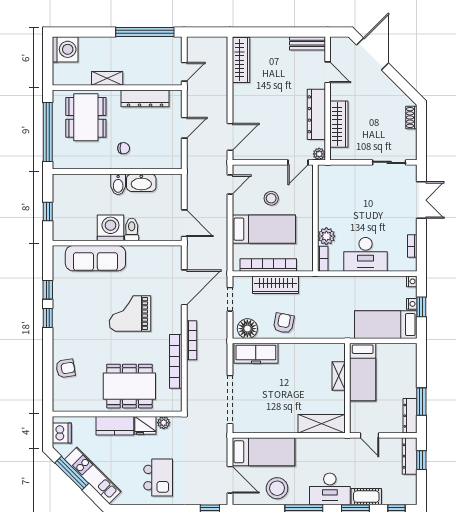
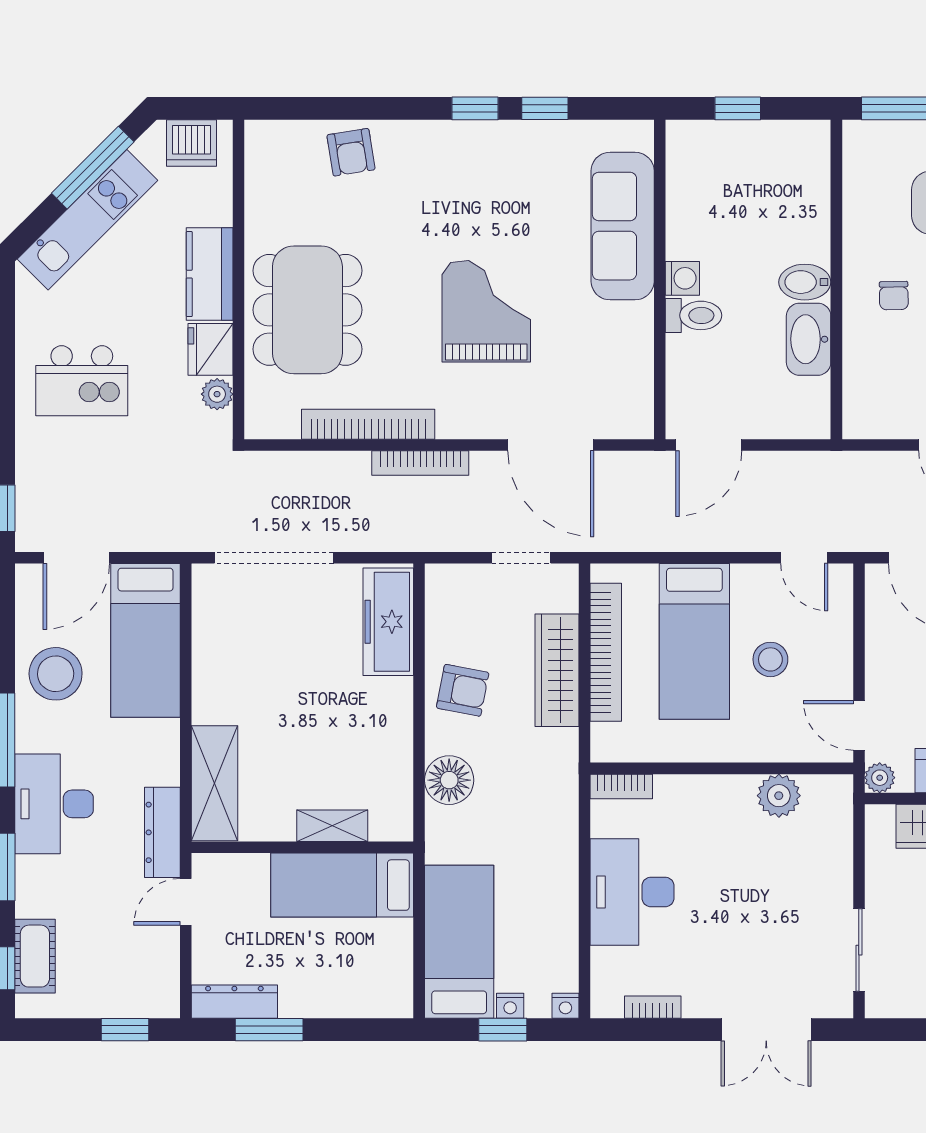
washing machine: (110, 228) -> (682, 278), width x0.53, depth x0.53
plant: (326, 236) -> (779, 796), moved
floor lamp: (247, 329) -> (449, 780), moved
dresser: (410, 456) -> (162, 832), moved, turned -90
cot: (366, 497) -> (35, 956), moved

